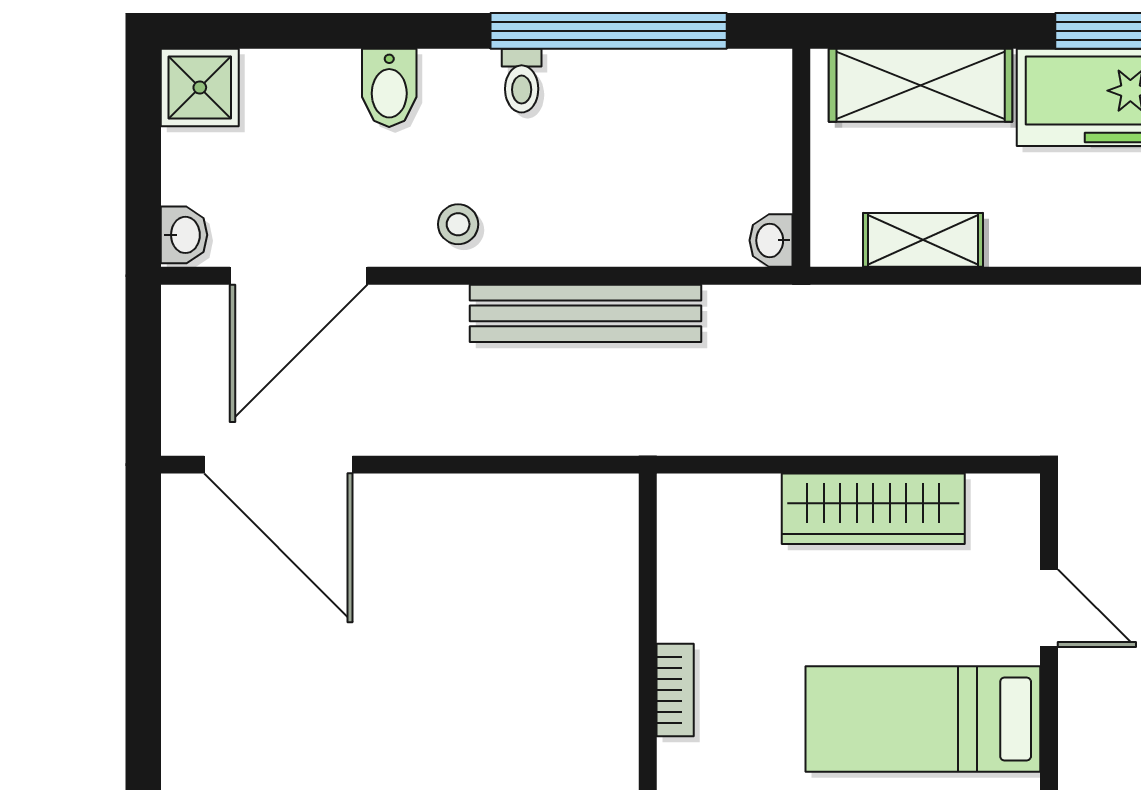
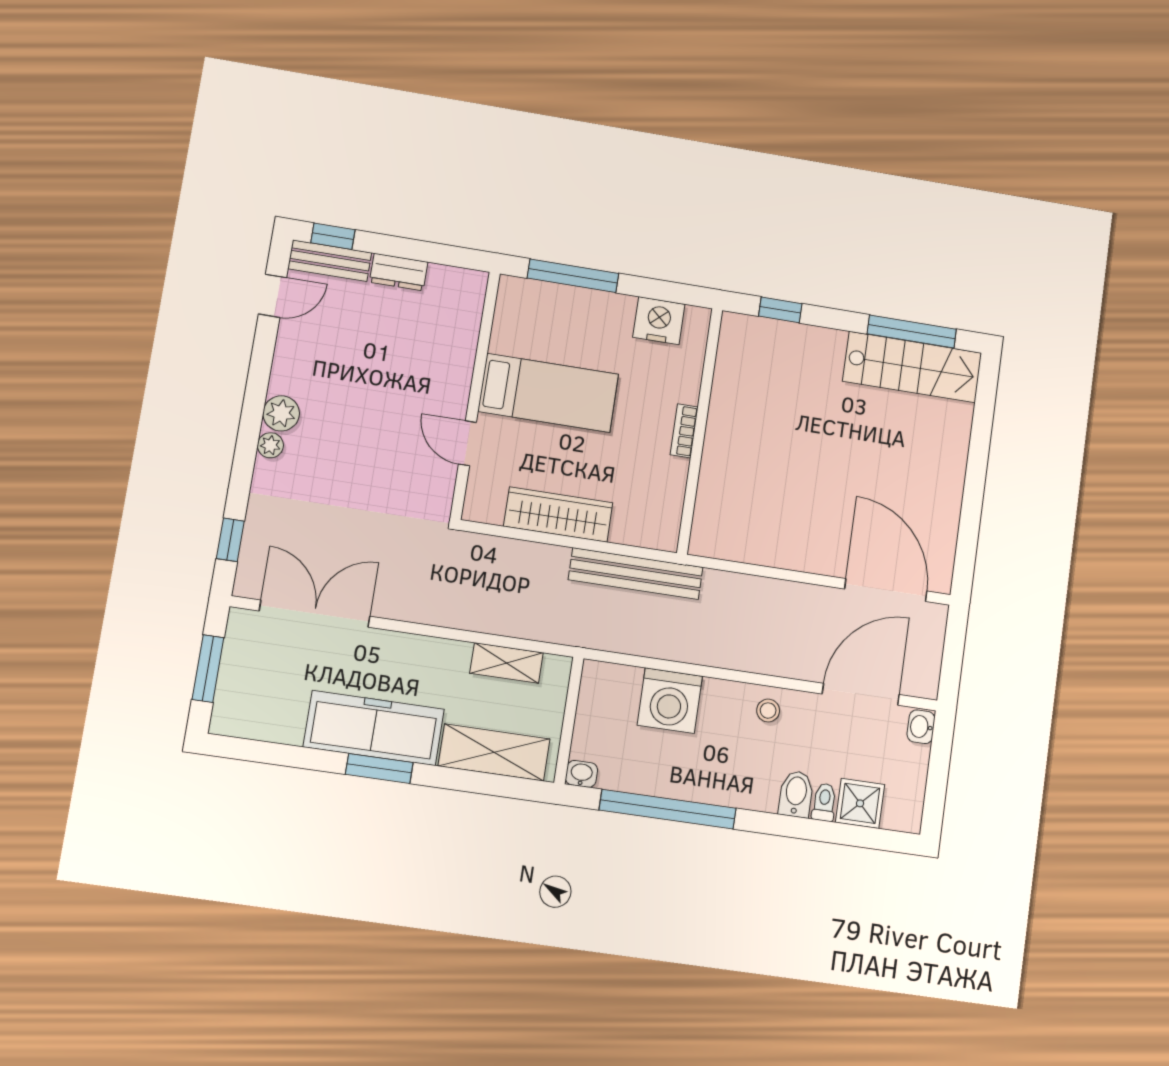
toilet: (522, 81) -> (824, 802), moved
shower: (200, 87) -> (860, 803), moved
washing machine: (632, 216) -> (670, 701), added
washbasin: (771, 240) -> (581, 774), moved, turned -90
bench: (585, 313) -> (636, 573), moved

